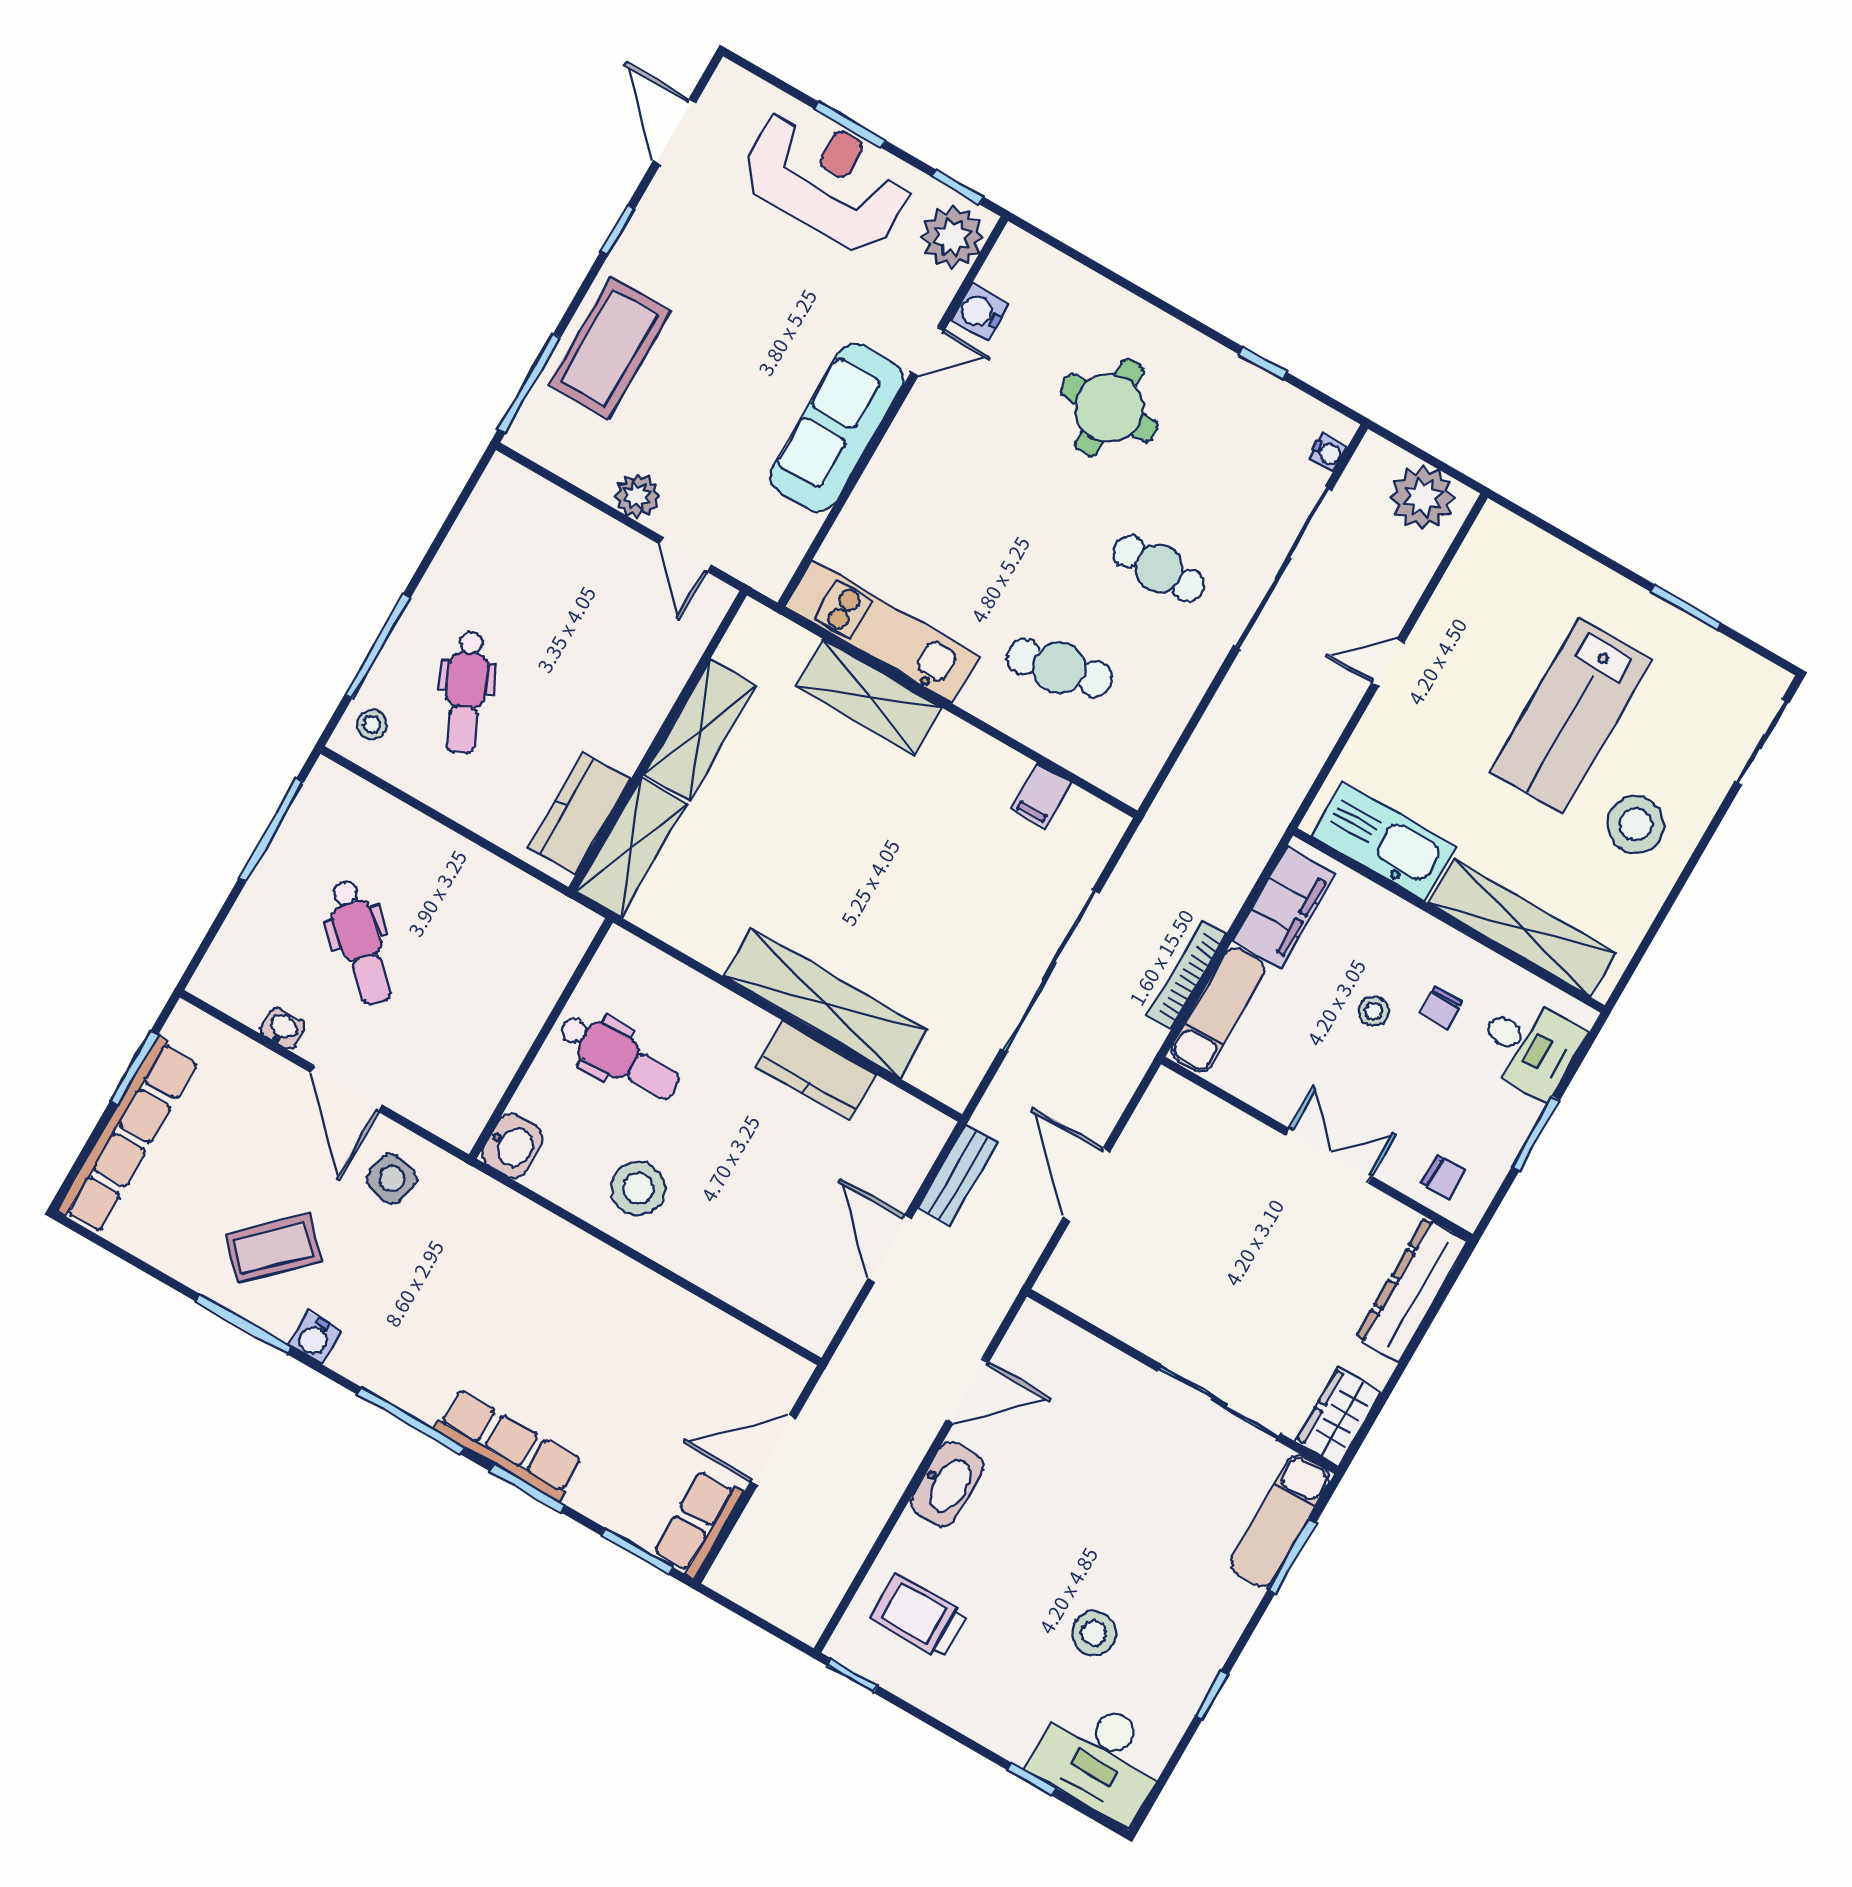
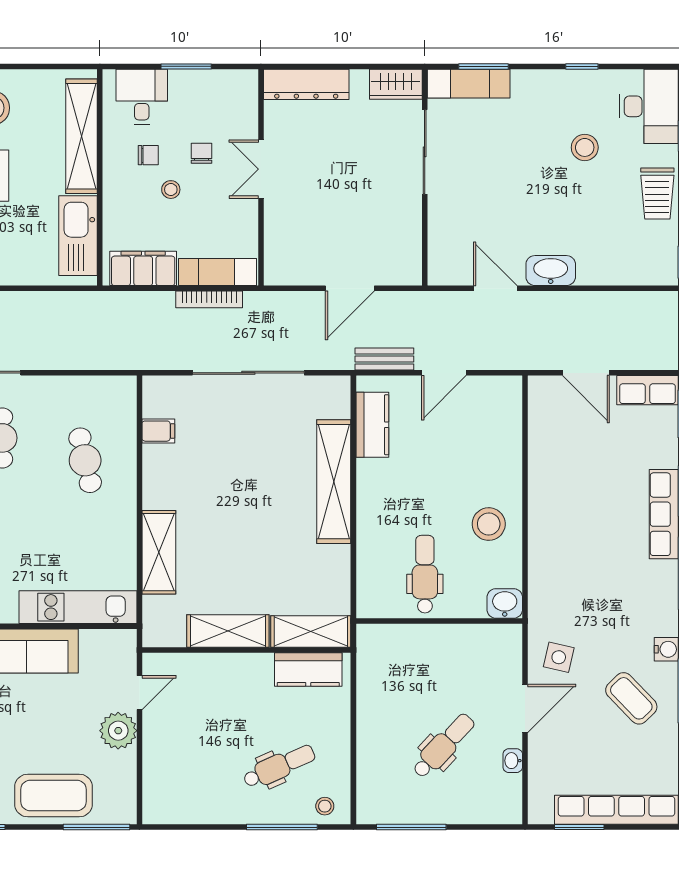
plant: (637, 496) -> (118, 731), width x1.36, depth x1.36
kitchen unit: (882, 632) -> (78, 607), moved, turned 90
kitchen counter: (816, 1071) -> (372, 425), moved
chair: (1444, 1177) -> (201, 153), moved
trolley: (919, 1616) -> (657, 194), moved

